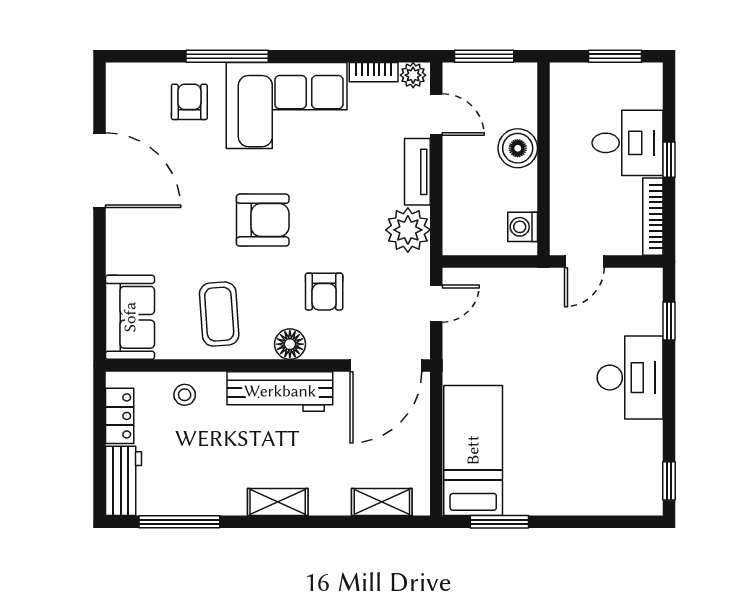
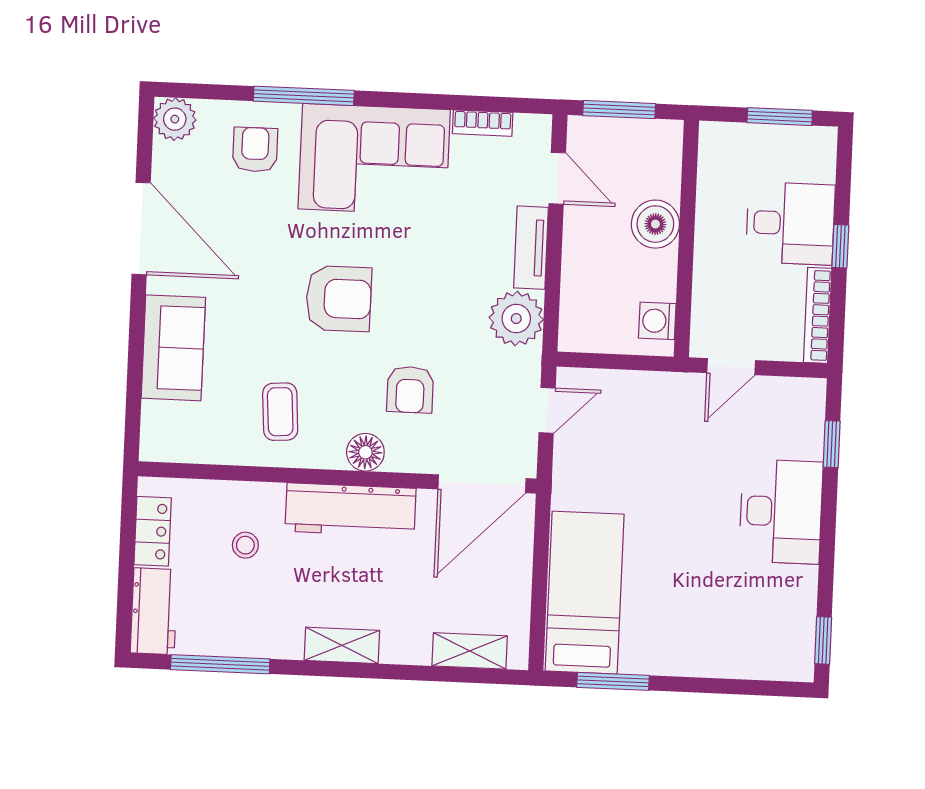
plant: (413, 75) -> (175, 119), moved, width x1.38, depth x1.38
coffee table: (219, 314) -> (280, 412), width x0.73, depth x0.77
sofa: (130, 317) -> (173, 348), moved
stool: (185, 395) -> (245, 545), moved

